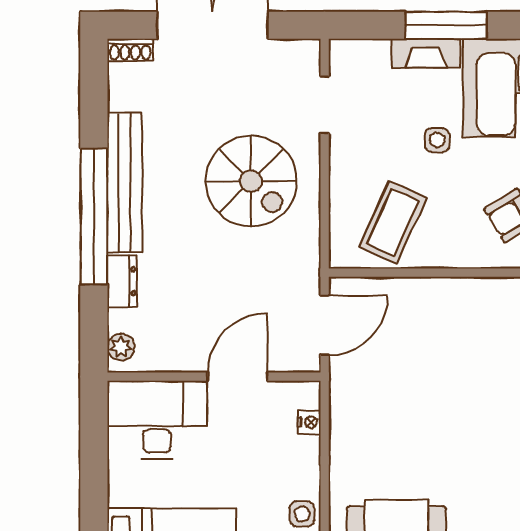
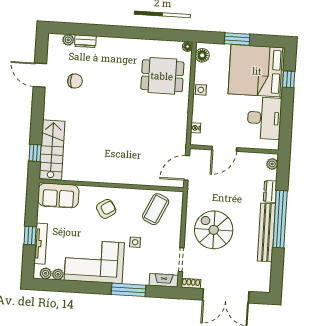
shoe rack: (130, 50) -> (191, 283), moved
fireplace: (426, 53) -> (164, 280), moved
desk: (157, 420) -> (264, 118), moved, turned -90

